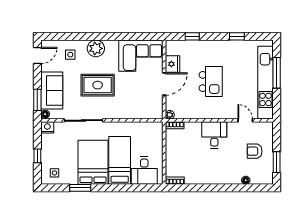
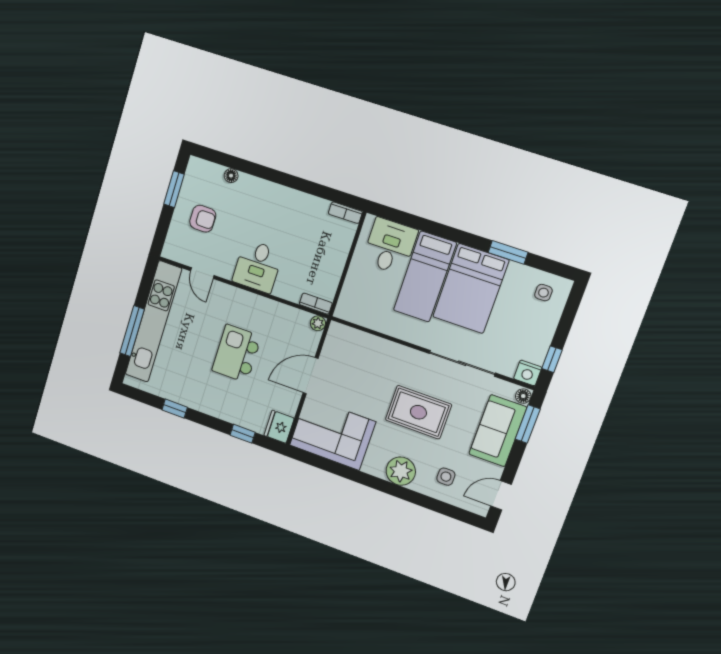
fridge: (172, 64) -> (279, 427), moved
window: (37, 156) -> (552, 359), moved

